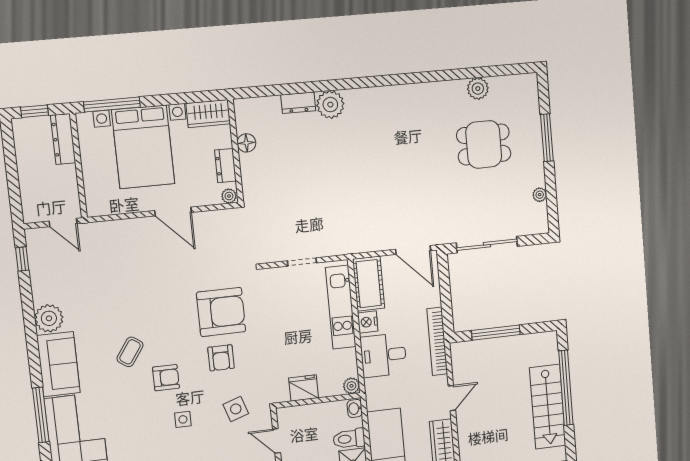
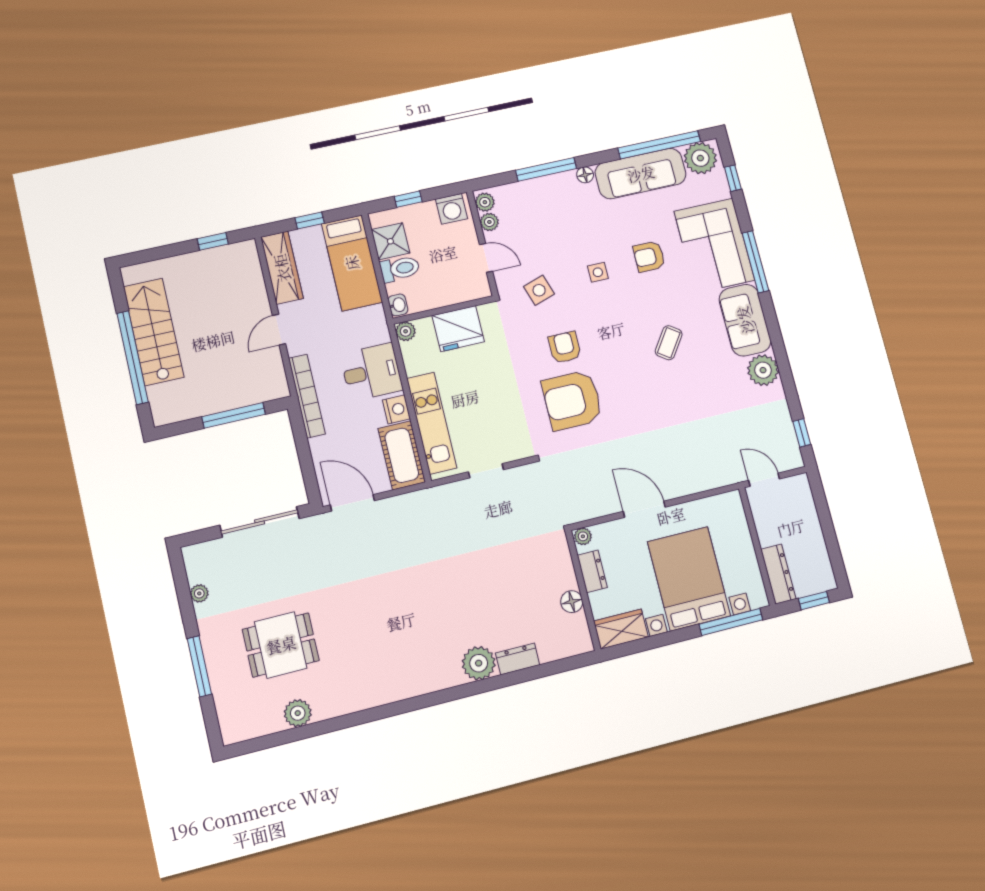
armchair: (166, 378) -> (649, 257), moved
fridge: (304, 388) -> (458, 329), width x1.36, depth x1.34

